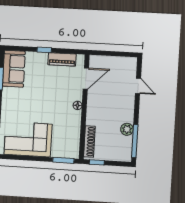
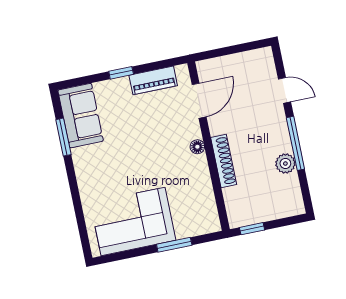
window: (135, 141) -> (295, 143), moved
shoe rack: (89, 142) -> (224, 161), moved
window: (63, 160) -> (174, 245), moved

